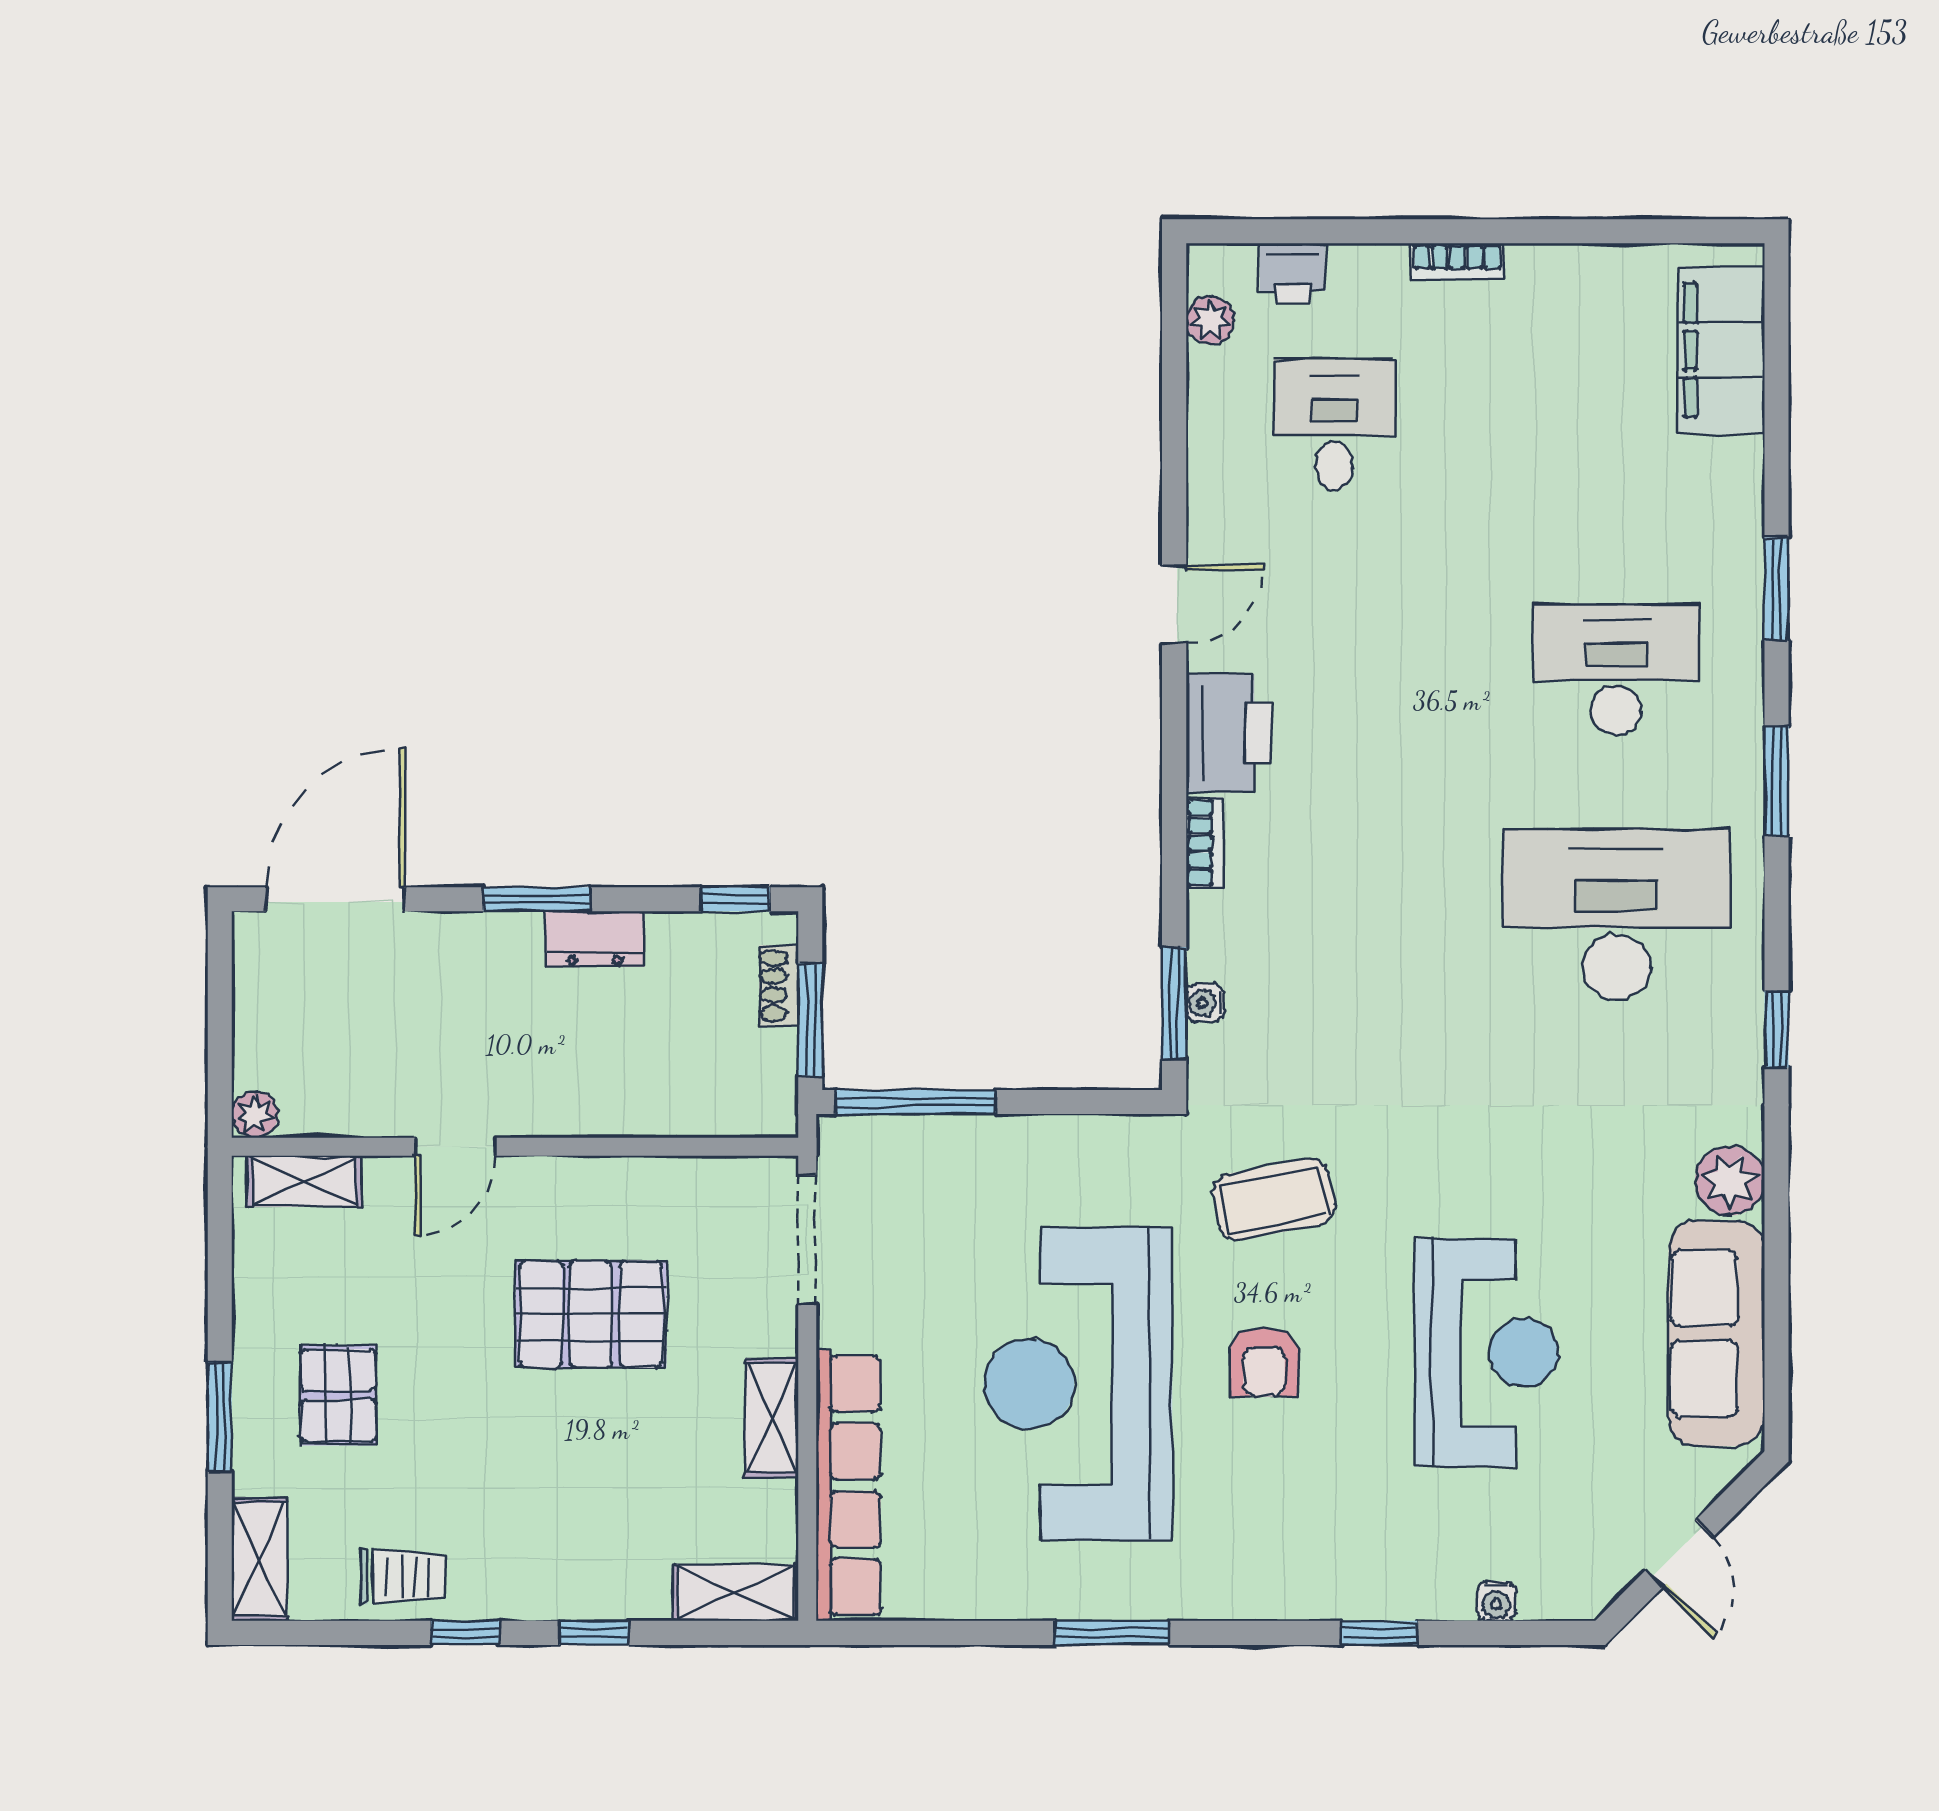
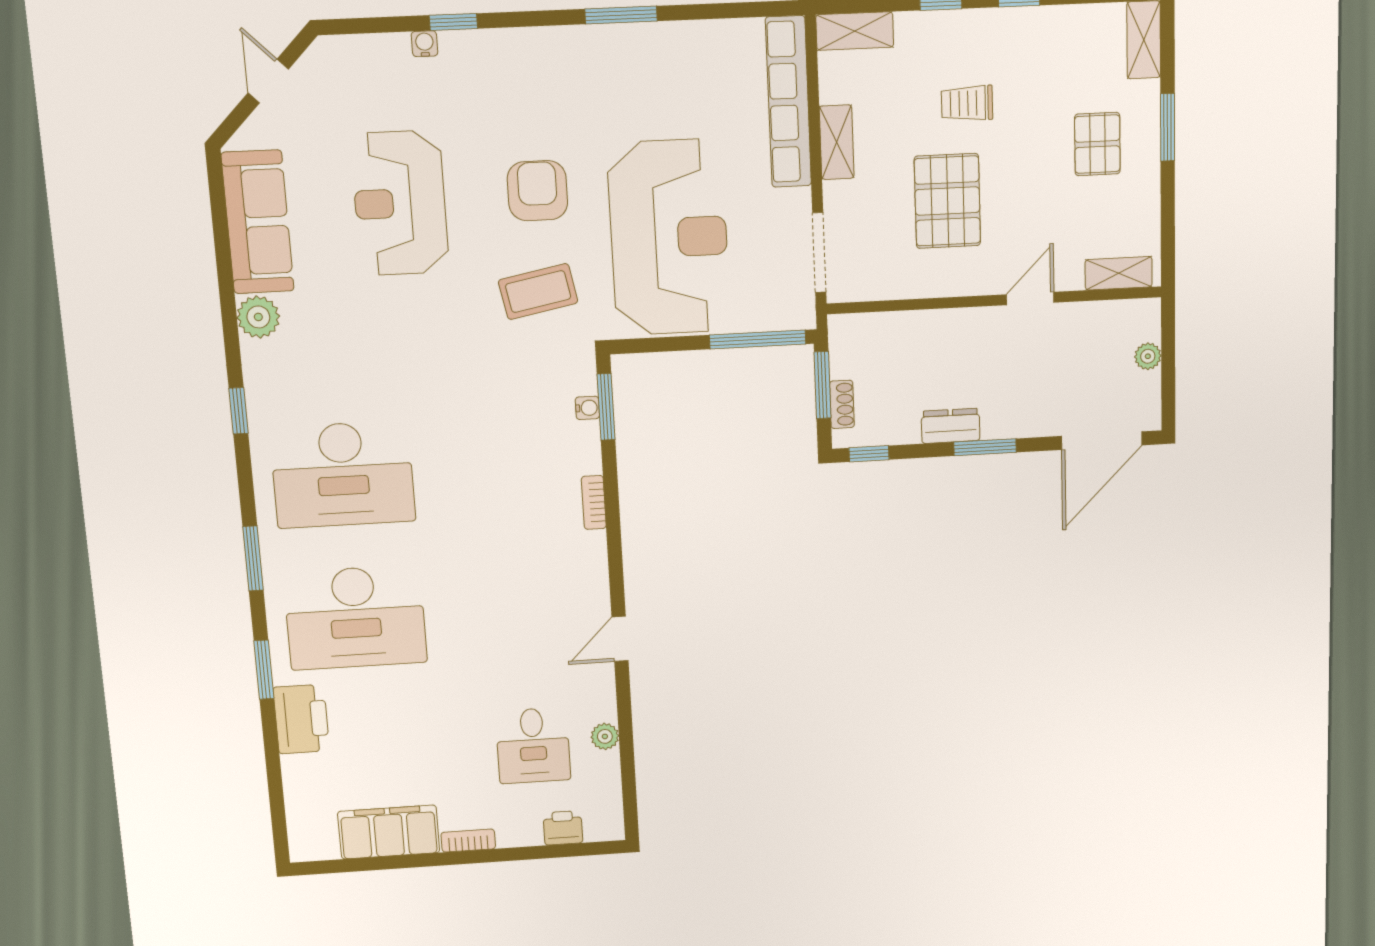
plant: (1210, 320) -> (605, 736), moved
filing cabinet: (1721, 350) -> (389, 832), moved, turned -90
desk: (1616, 670) -> (355, 617), width x1.36, depth x1.30
printer: (1229, 733) -> (301, 719), moved, turned 180
plant: (255, 1115) -> (1148, 356), moved
pallet: (591, 1314) -> (947, 201), turned 90
armchair: (1264, 1362) -> (537, 191), width x1.38, depth x1.38
reception desk: (1078, 1384) -> (669, 238), moved
trolley: (403, 1576) -> (967, 103), moved
water cooler: (1496, 1601) -> (424, 44), moved

